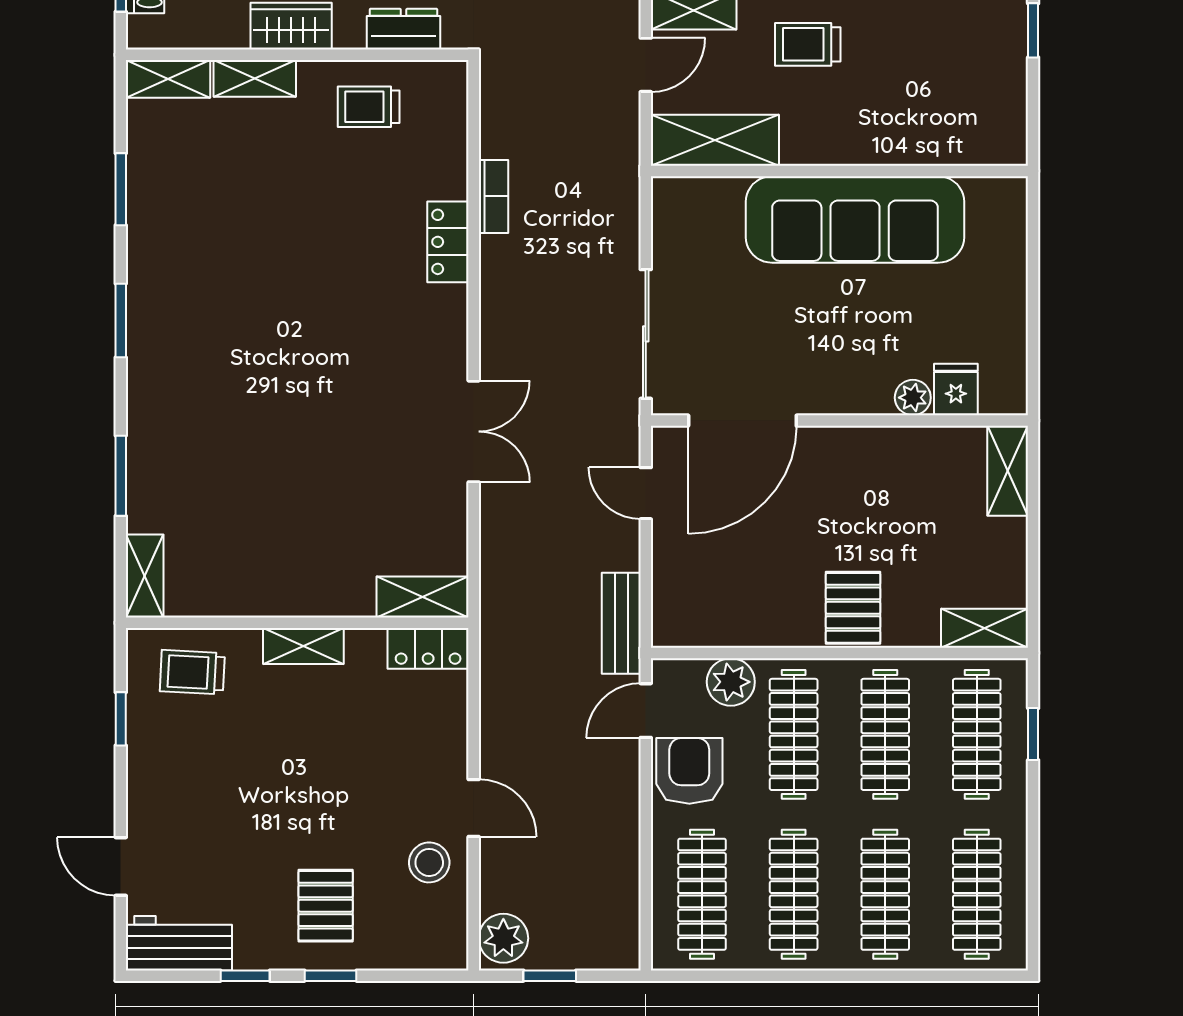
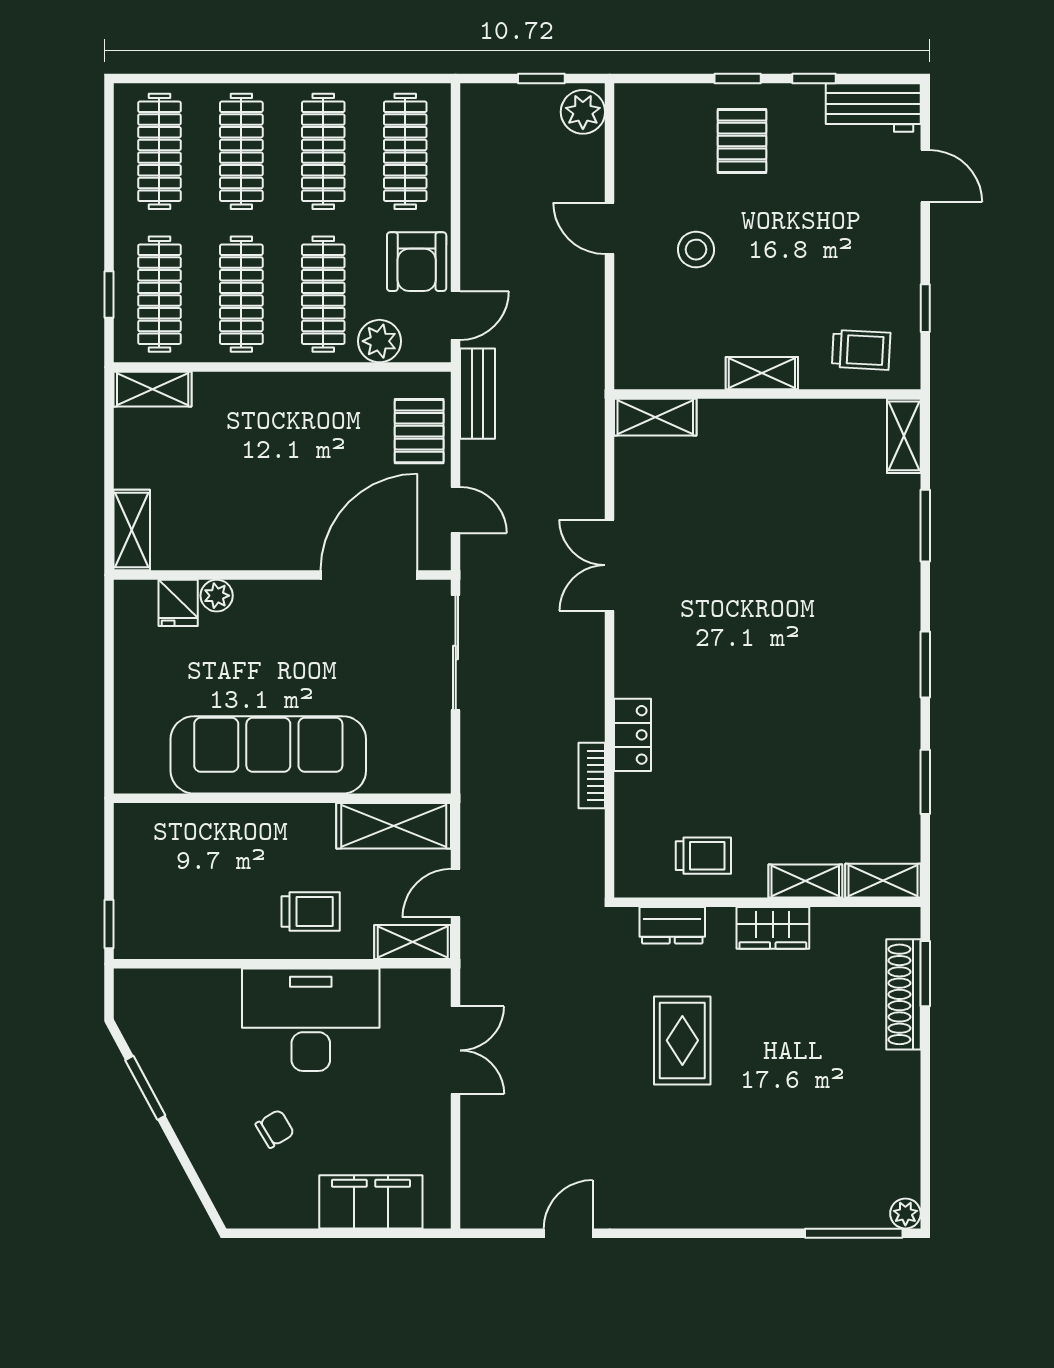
pallet: (853, 608) -> (419, 431), moved
locker: (428, 648) -> (650, 371), removed
stool: (429, 862) -> (696, 250), moved

